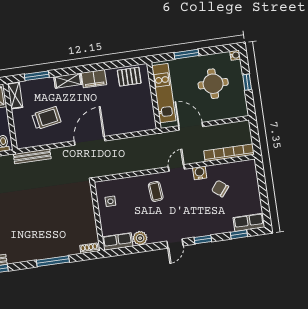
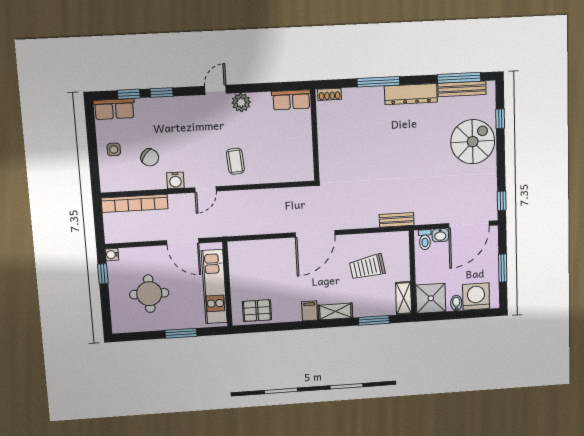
water cooler: (235, 55) -> (112, 255), moved
filing cabinet: (94, 79) -> (310, 311), width x0.50
window: (247, 82) -> (103, 274), moved
bench: (32, 156) -> (397, 220), width x0.73
side table: (110, 201) -> (114, 149), moved
plant: (140, 238) -> (241, 102), moved
window: (203, 240) -> (162, 93), moved
dresser: (27, 254) -> (411, 94), added

